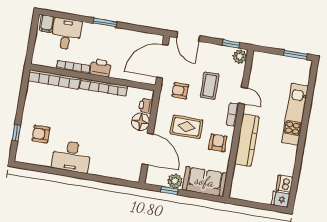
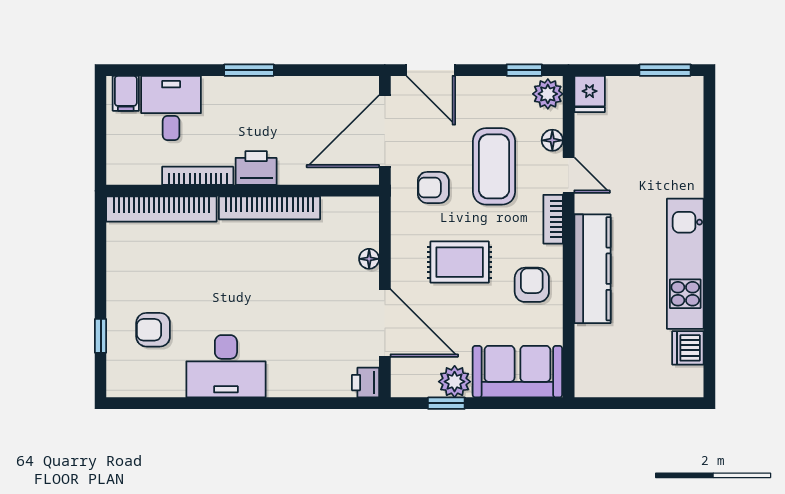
floor lamp: (238, 78) -> (552, 140), added
coffee table: (210, 86) -> (494, 166), width x1.36, depth x1.32
printer: (146, 106) -> (365, 383), moved
kitchen unit: (295, 114) -> (685, 264), moved
floor lamp: (141, 122) -> (369, 259), width x0.53, depth x0.53
fridge: (281, 199) -> (590, 94), moved, turned -90

